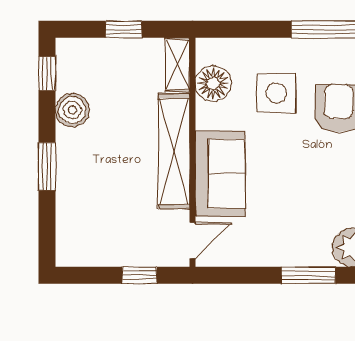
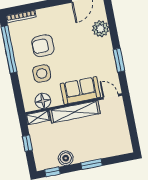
window: (140, 275) -> (130, 116), removed
window: (308, 275) -> (119, 60), moved

